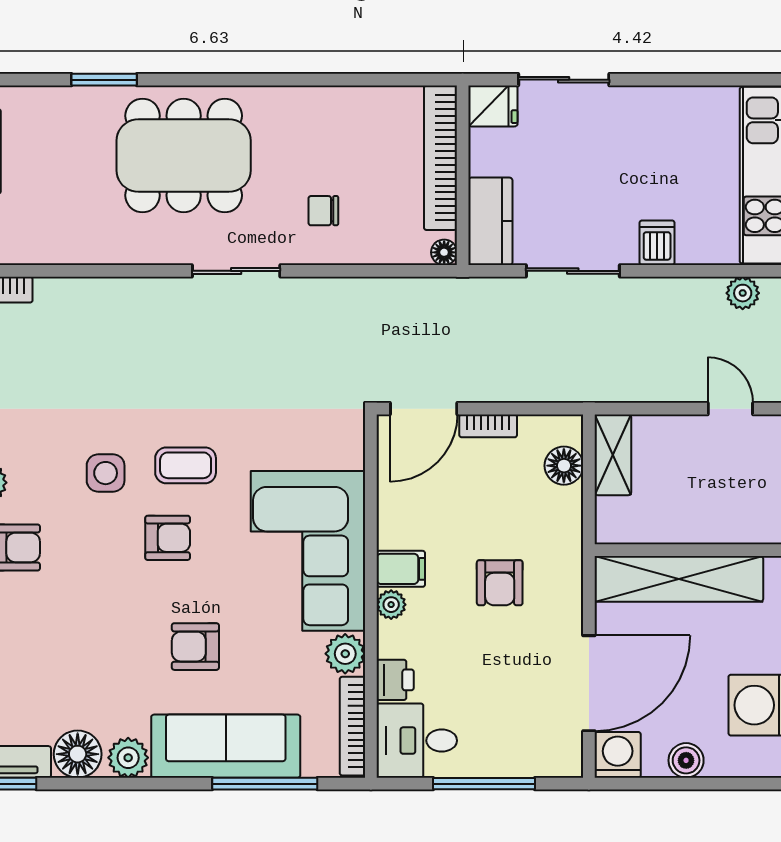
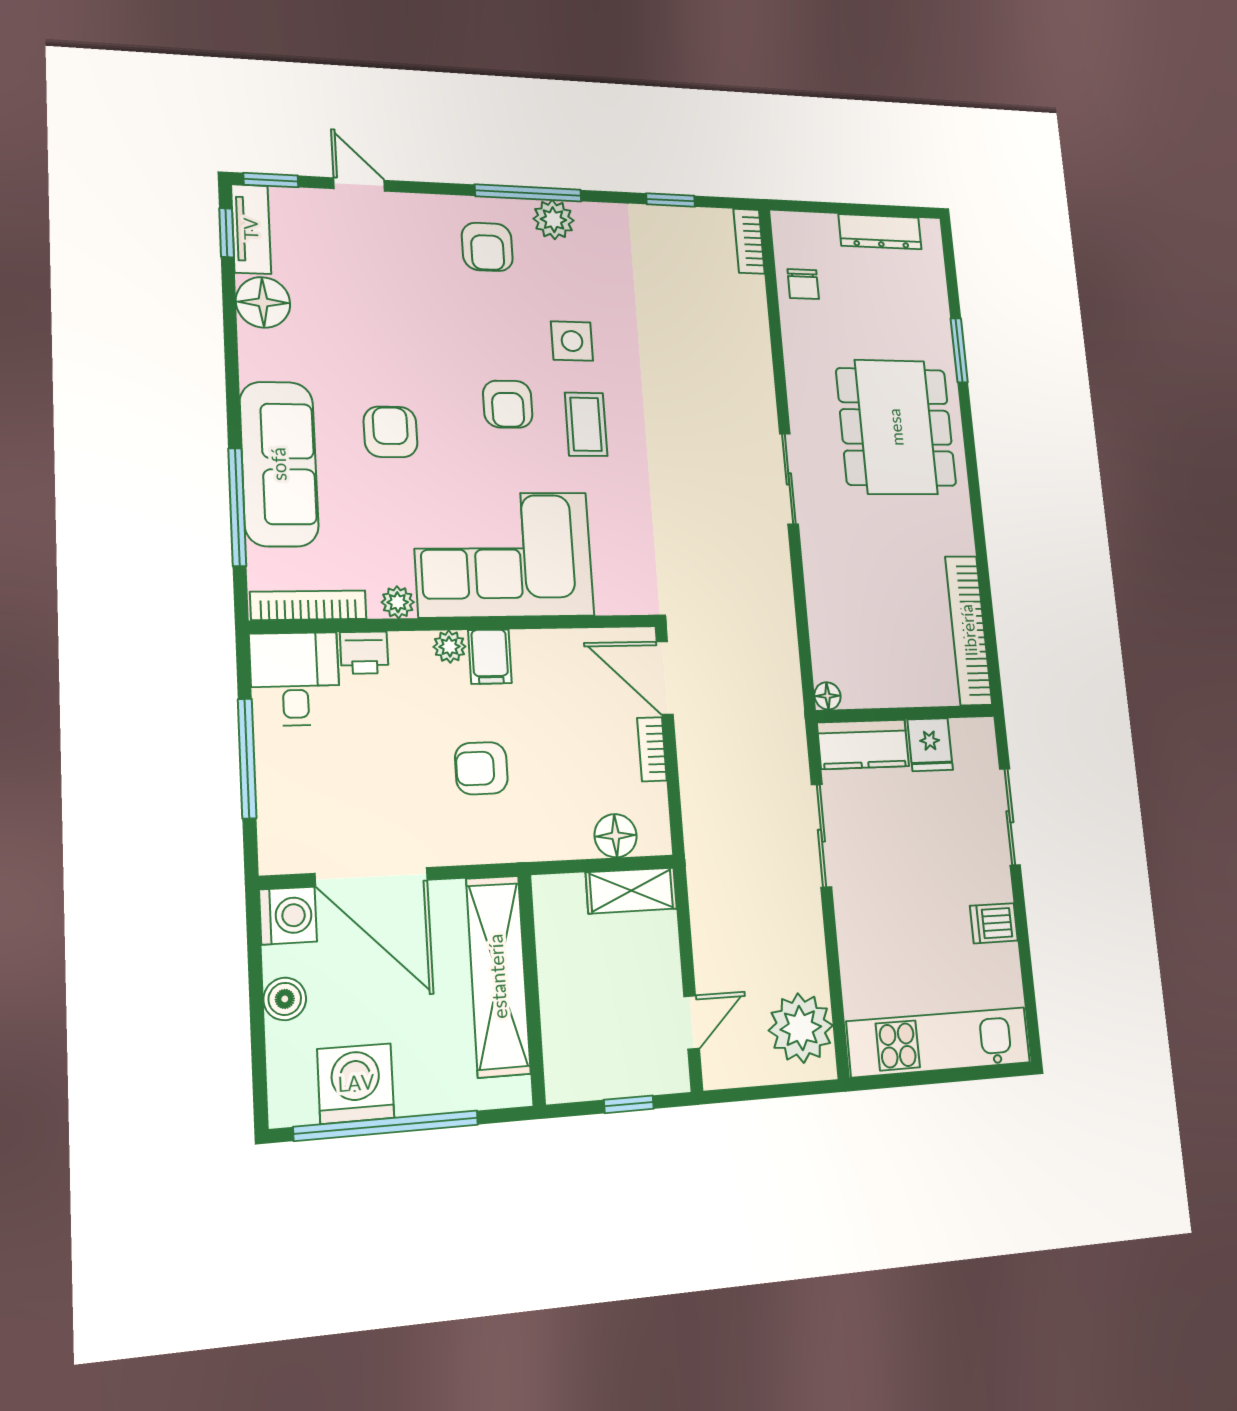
fridge: (493, 106) -> (930, 745), moved
bookcase: (440, 158) -> (969, 630), moved, turned -90
chair: (323, 211) -> (803, 284), moved, turned 180
dishwasher: (657, 243) -> (994, 923), moved, turned 180
plant: (743, 293) -> (801, 1028), width x1.87, depth x1.87
plant: (345, 654) -> (398, 602), width x0.73, depth x0.73
plant: (128, 758) -> (261, 357), removed

